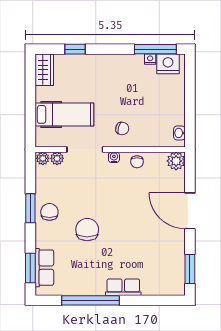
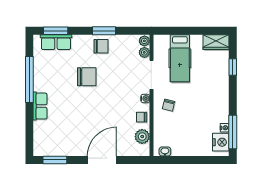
plant: (176, 161) -> (142, 137), moved

